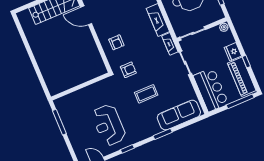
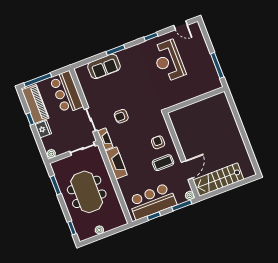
door: (86, 15) -> (187, 170), hinge flipped
armchair: (128, 70) -> (121, 116), moved
coffee table: (146, 94) -> (163, 163), moved
sofa: (179, 115) -> (104, 66), width x0.73
reception desk: (109, 125) -> (168, 61), turned 180

